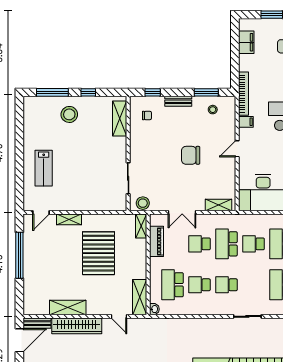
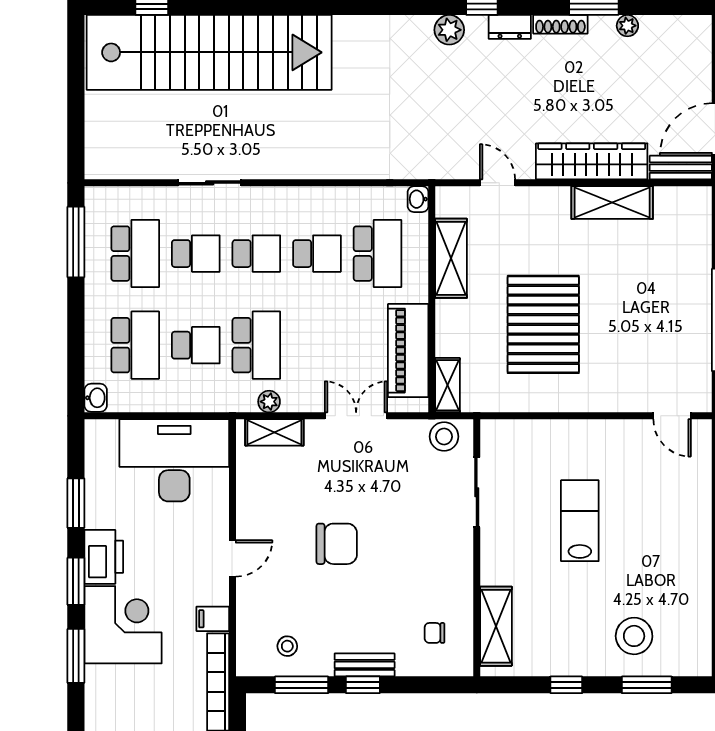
window: (52, 92) -> (647, 685), width x0.69
window: (153, 92) -> (363, 685), moved
stool: (69, 114) -> (634, 636), moved
lab bench: (44, 168) -> (580, 521), moved
door: (41, 212) -> (672, 416), swing flipped
shelving: (69, 219) -> (609, 400), removed
plant: (221, 219) -> (269, 402), added
piano: (157, 241) -> (408, 351), width x1.37, depth x1.33
school desk: (199, 244) -> (196, 254), moved
shelving: (140, 297) -> (451, 258), moved

